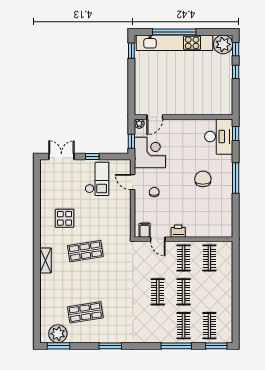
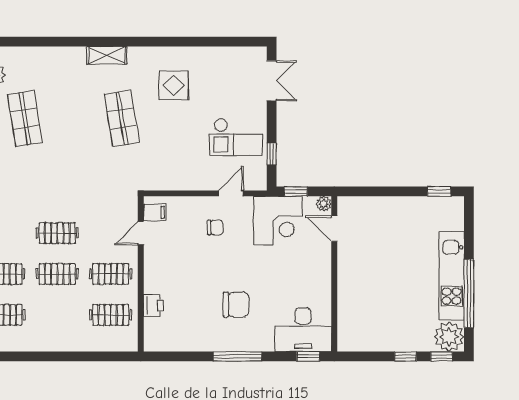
window: (174, 32) -> (469, 293), moved
kitchen unit: (174, 43) -> (452, 276), width x0.73
window: (92, 156) -> (272, 154), moved
printer: (178, 231) -> (153, 305), moved

